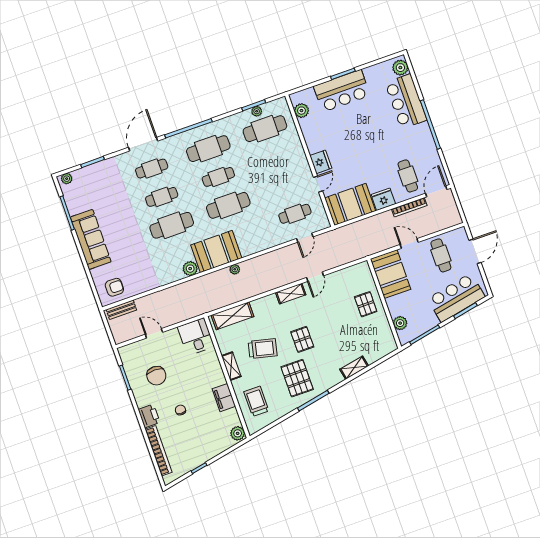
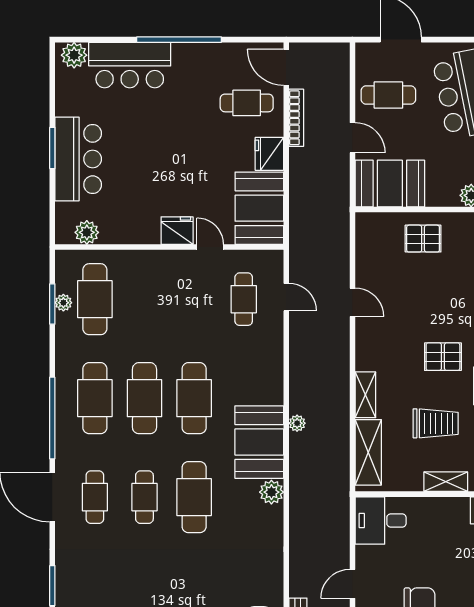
cafe table: (218, 177) -> (144, 398), width x1.37, depth x1.35
door: (409, 243) -> (352, 138), swing flipped
shelving: (291, 294) -> (365, 395), moved
trolley: (263, 349) -> (436, 423), turned 77

